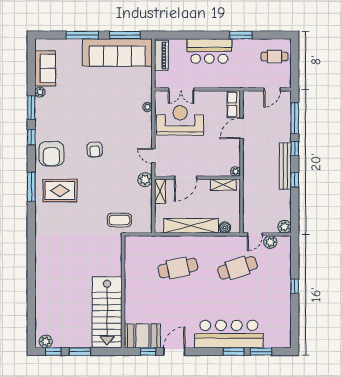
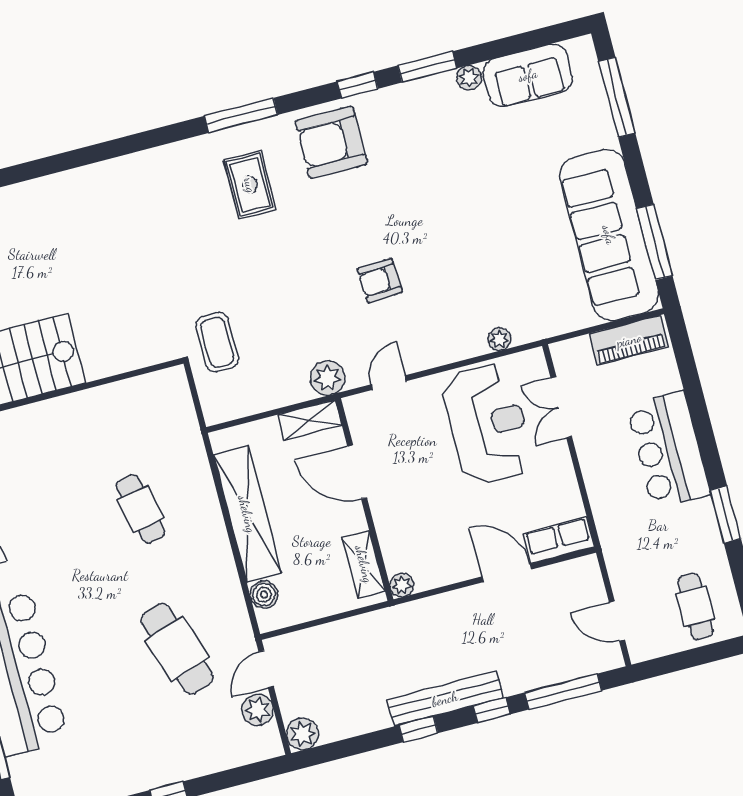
window: (82, 35) -> (617, 97), moved
armchair: (95, 150) -> (380, 281), moved
rug: (60, 191) -> (250, 185), width x0.73, depth x0.70
door: (255, 234) -> (266, 669), hinge flipped
cafe table: (178, 268) -> (141, 509), width x0.73, depth x0.74

